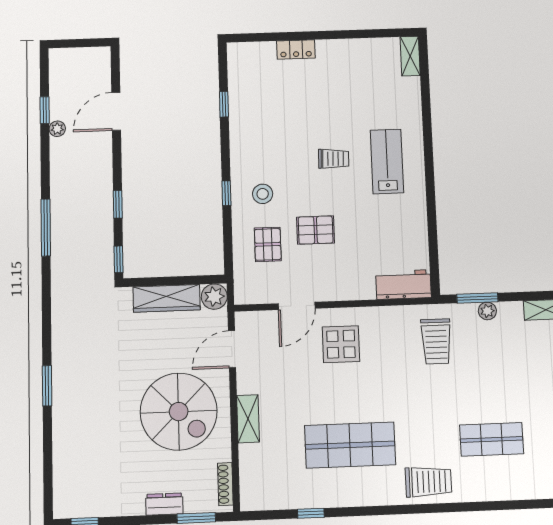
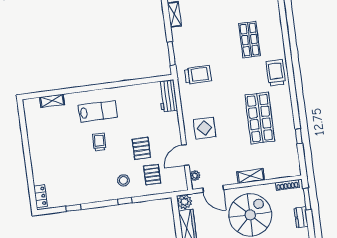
locker: (296, 49) -> (41, 196), moved
shelving: (410, 56) -> (52, 101), moved
lab bench: (387, 161) -> (98, 111), turned 180
pallet: (268, 244) -> (152, 175), turned 90
door: (297, 306) -> (185, 155), swing flipped
plant: (487, 311) -> (195, 176), moved

